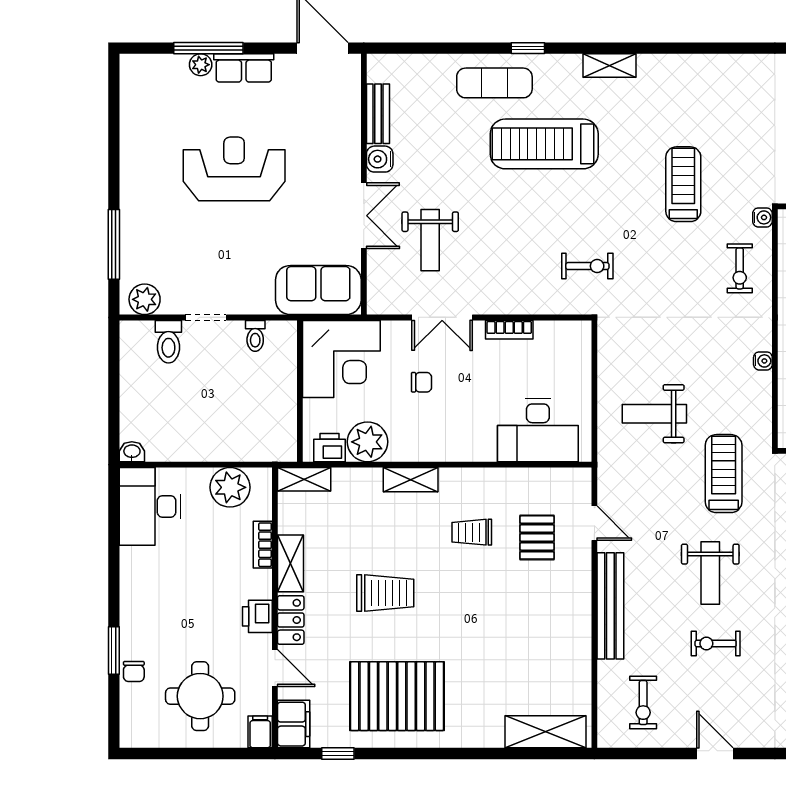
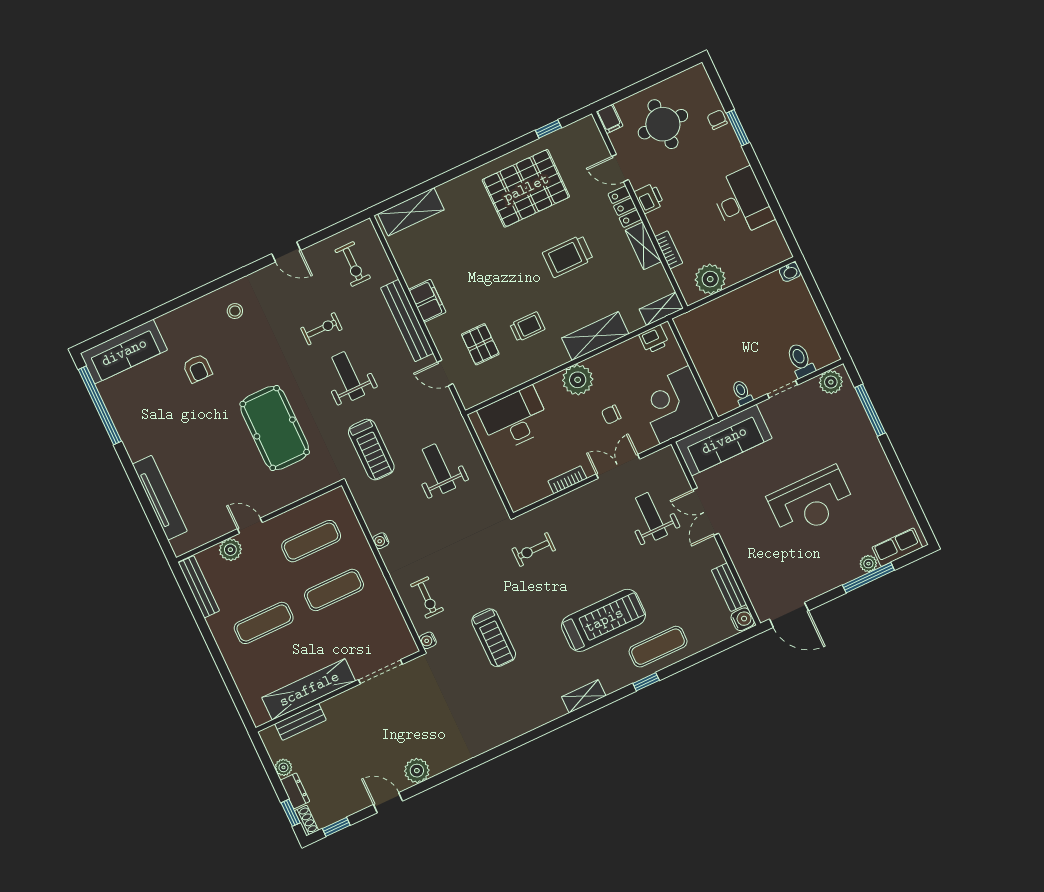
row of seats: (244, 68) -> (897, 547), moved
water cooler: (380, 159) -> (743, 619), moved
exercise bike: (740, 268) -> (427, 597), turned 180
sofa: (318, 290) -> (724, 440), width x1.36
weight bench: (654, 414) -> (439, 469), turned -90
plant: (367, 442) -> (578, 380), moved
shelving: (411, 480) -> (595, 336), width x1.50, depth x1.33
desk: (150, 506) -> (742, 202), moved
exercise bike: (643, 703) -> (353, 264), turned 180
filing cabinet: (294, 724) -> (427, 301), moved, turned 180

